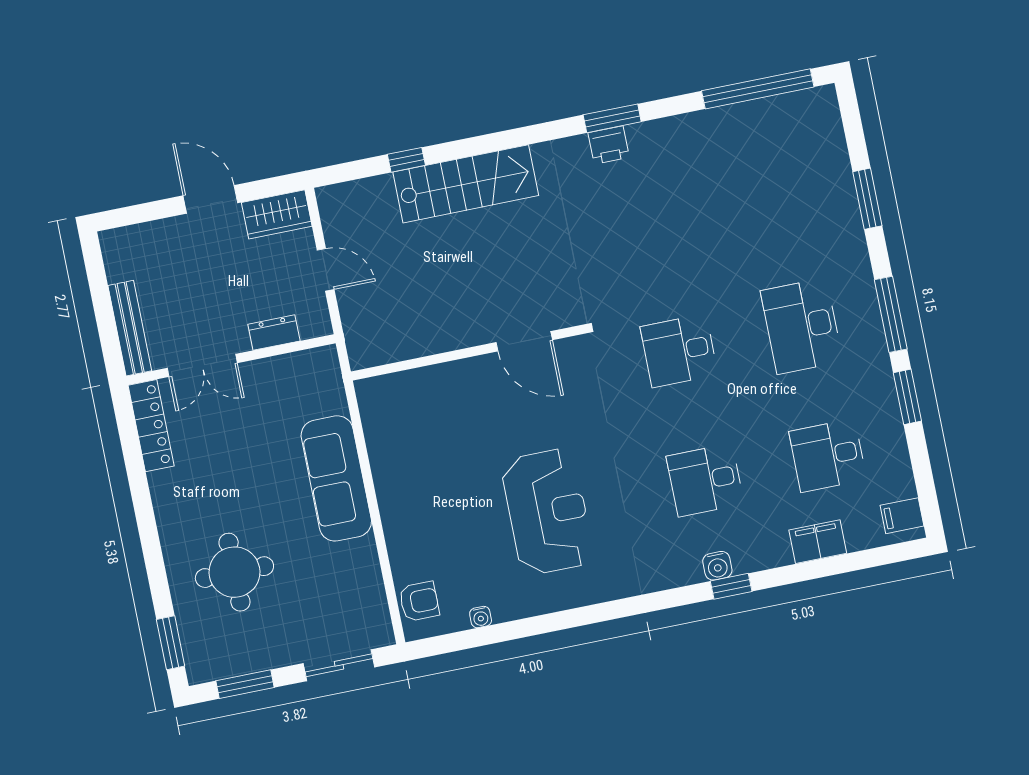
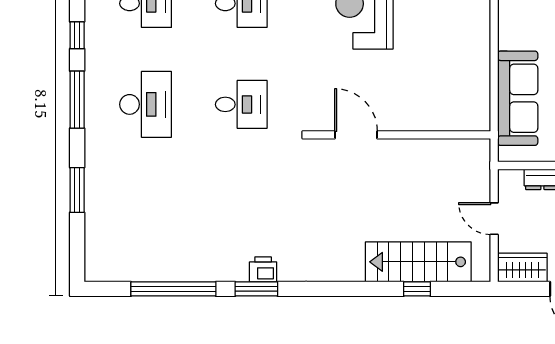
window: (758, 89) -> (173, 289), moved
stairs: (466, 184) -> (418, 262), moved
window: (907, 397) -> (77, 35), width x0.67
sofa: (336, 478) -> (518, 98), moved

